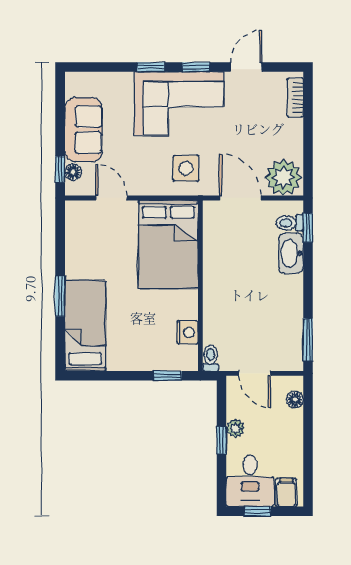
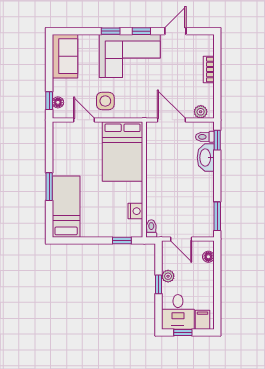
bookcase: (295, 98) -> (209, 70), moved
sofa: (83, 130) -> (65, 56), moved
side table: (186, 168) -> (105, 101), moved
plant: (283, 177) -> (201, 112), width x0.53, depth x0.53

